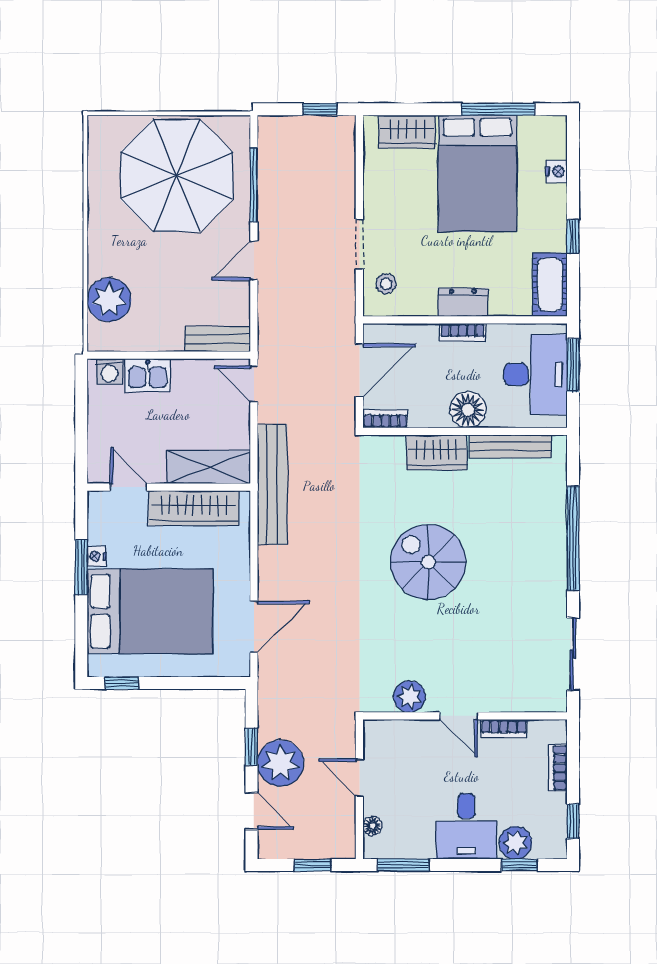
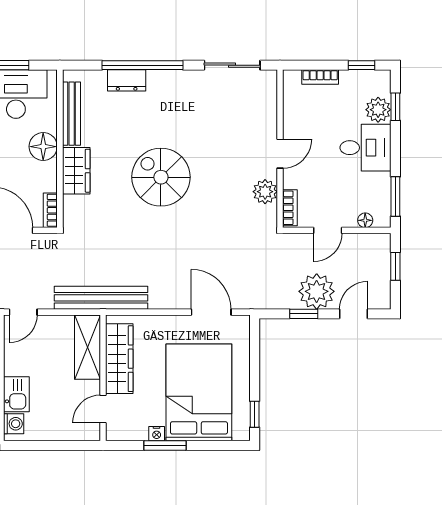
dresser: (553, 518) -> (127, 80), added
spiral stairs: (428, 562) -> (161, 177), turned 90
bookcase: (504, 729) -> (290, 208), moved

